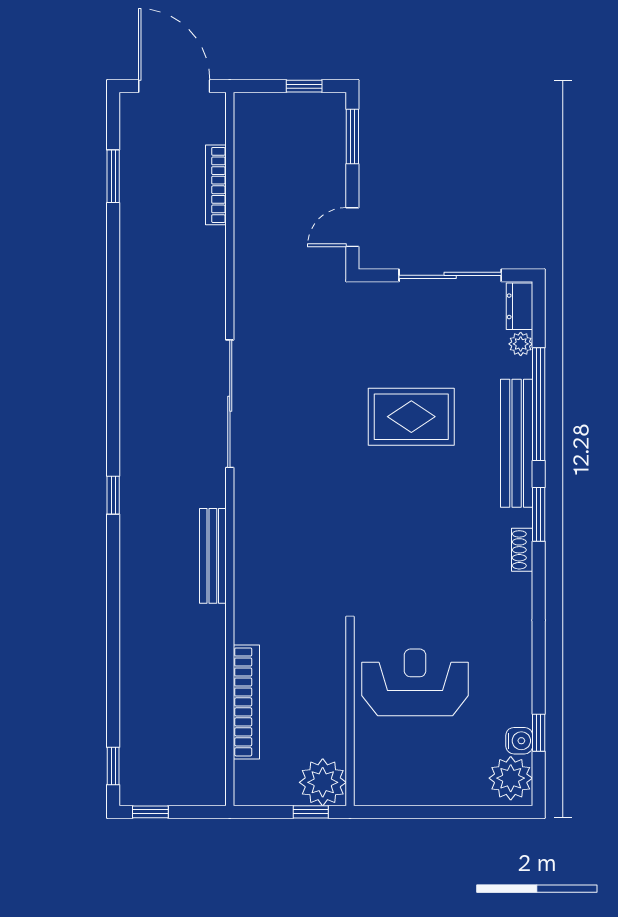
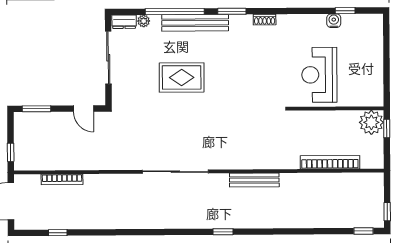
window: (304, 86) -> (11, 152), moved
window: (113, 176) -> (58, 233), width x0.67
rug: (411, 417) -> (182, 77), turned 90
shoe rack: (522, 550) -> (265, 20), moved
water cooler: (519, 741) -> (334, 21), moved
plant: (511, 778) -> (369, 25), removed

